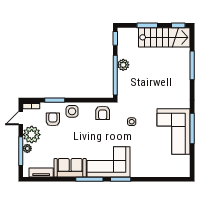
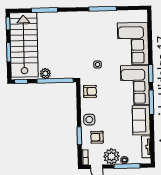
stairs: (164, 37) -> (24, 45), width x1.36, depth x1.51
corner sofa: (174, 132) -> (133, 44), moved, turned 90

